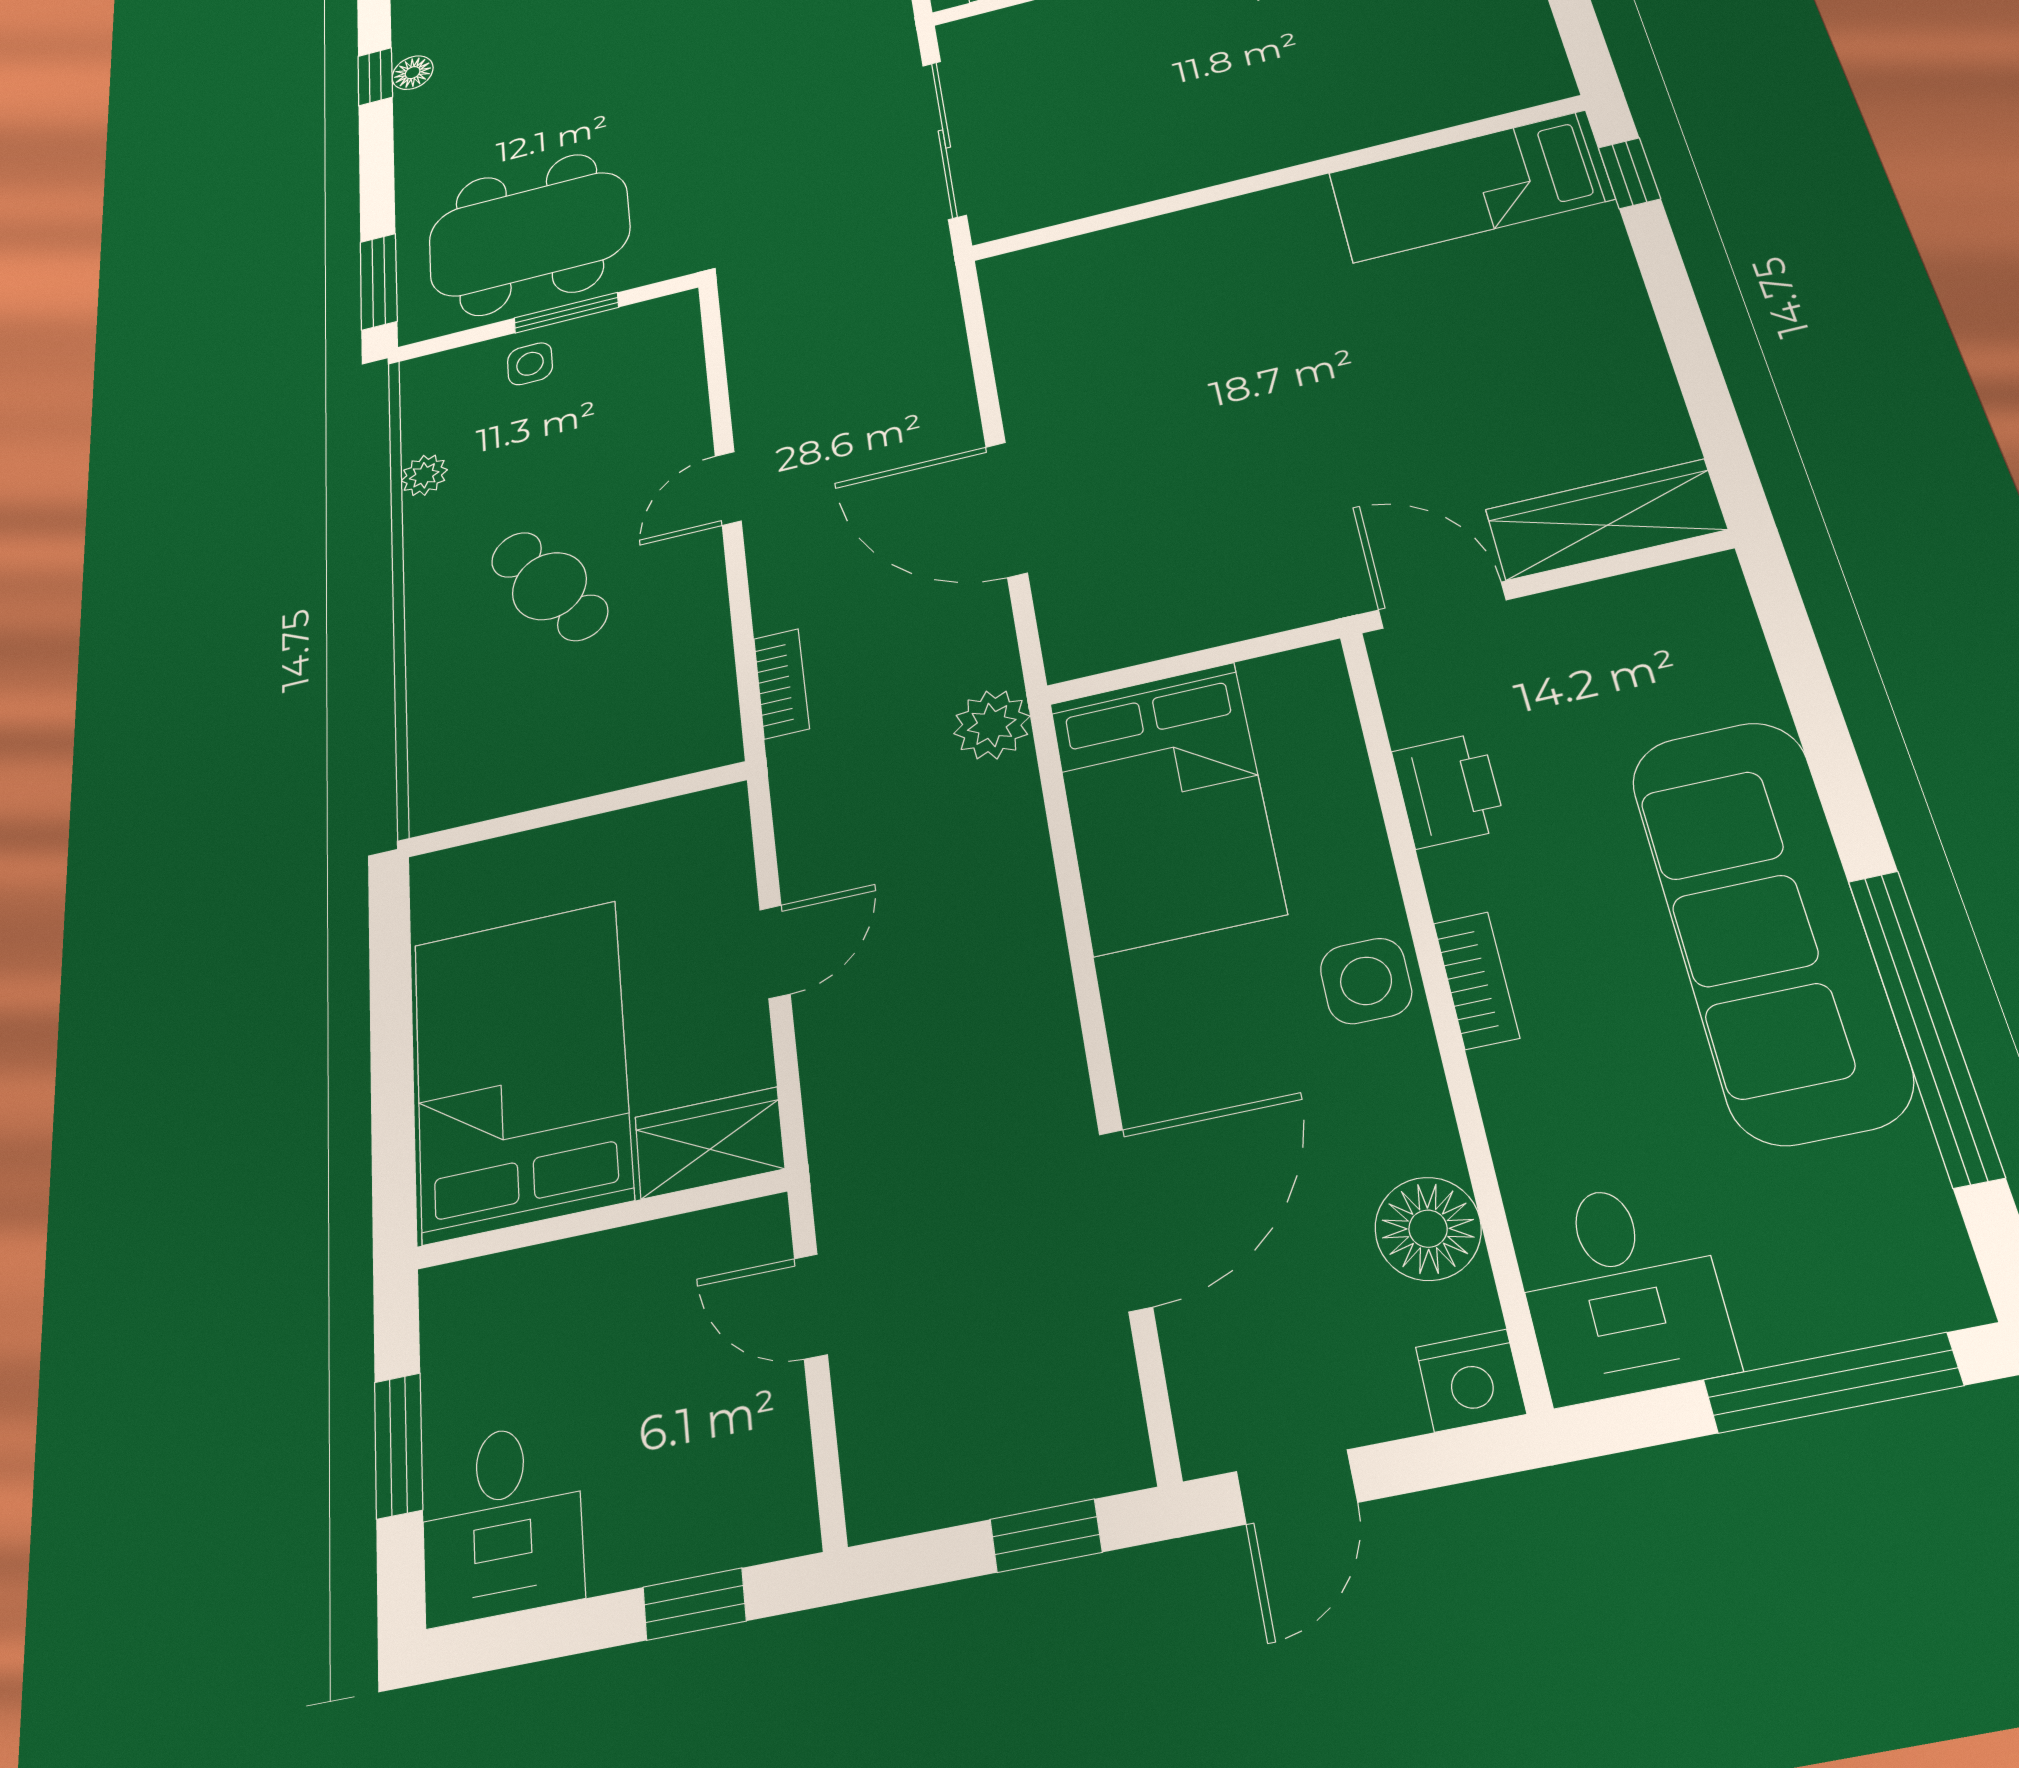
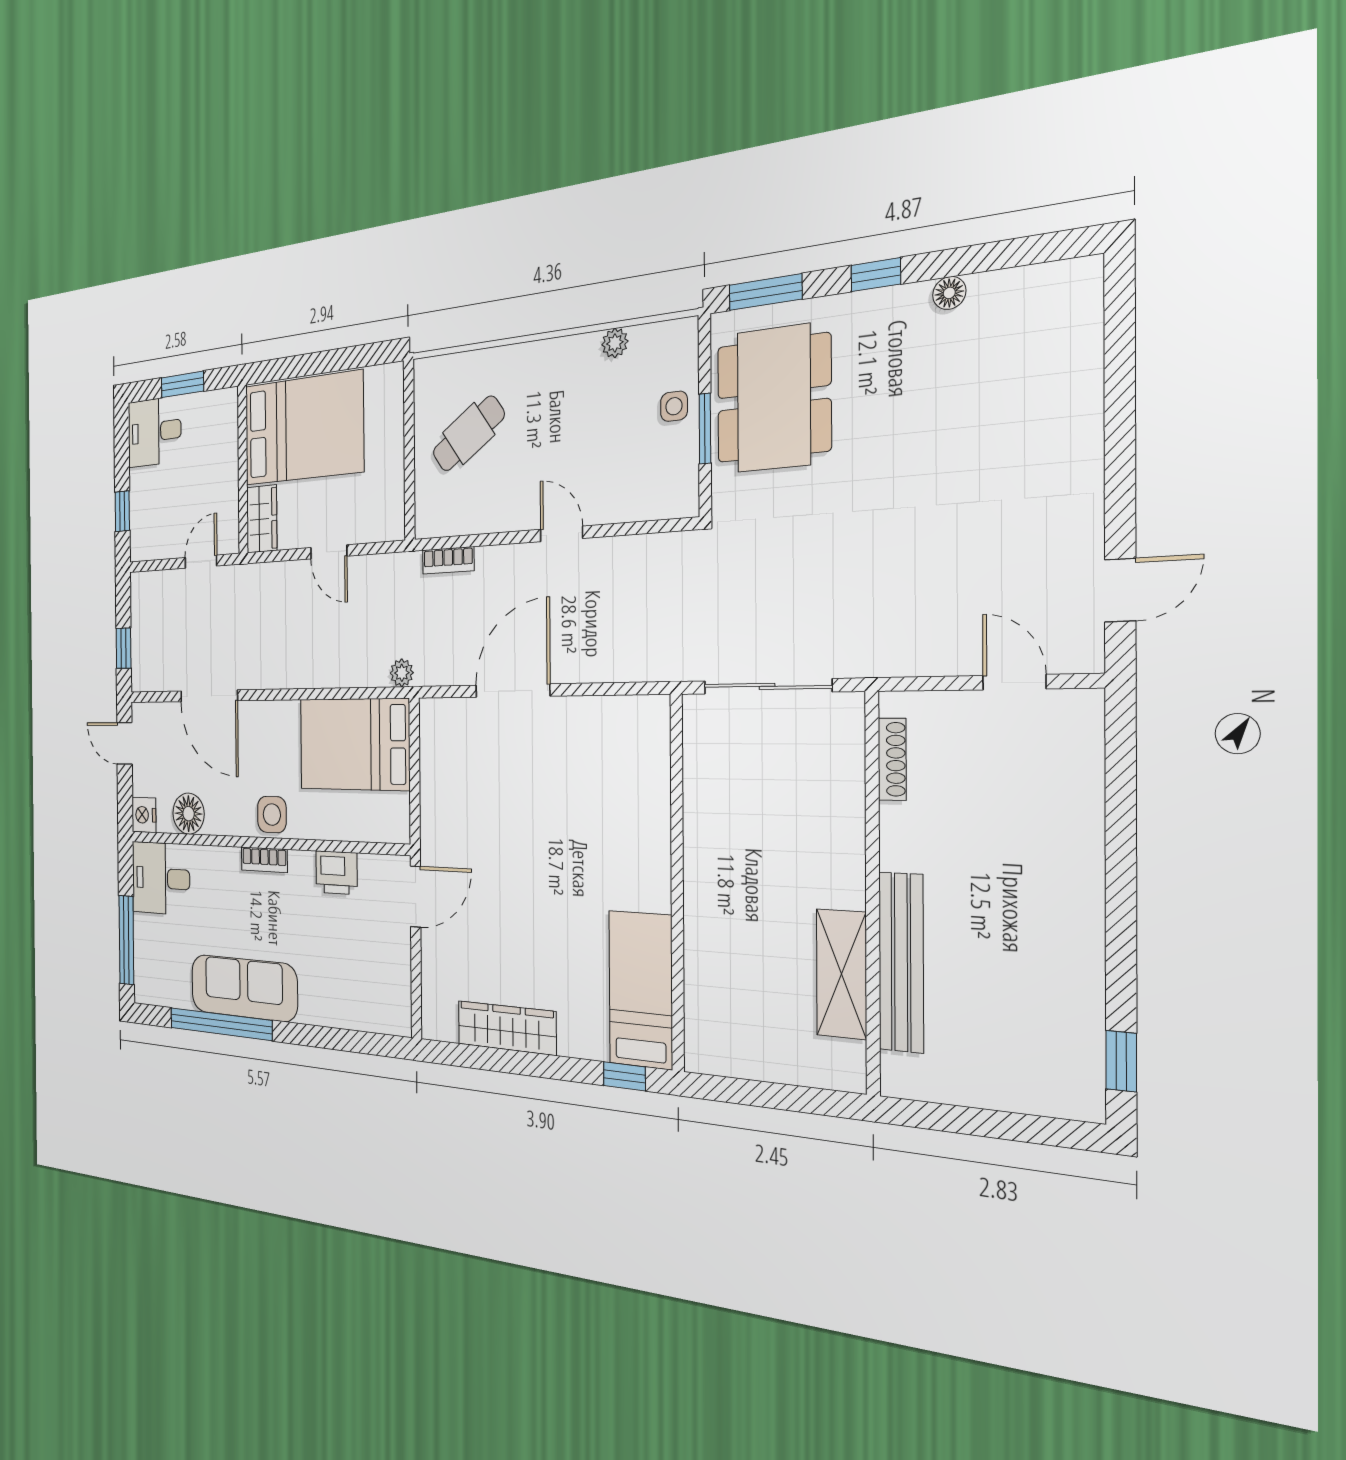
window: (375, 77) -> (876, 275), moved
wardrobe: (1605, 519) -> (507, 1028), moved, turned -90
cafe table: (549, 586) -> (469, 434), moved
plant: (992, 725) -> (402, 673), width x0.73, depth x0.73
sofa: (1768, 926) -> (244, 988), width x0.74, depth x0.79

